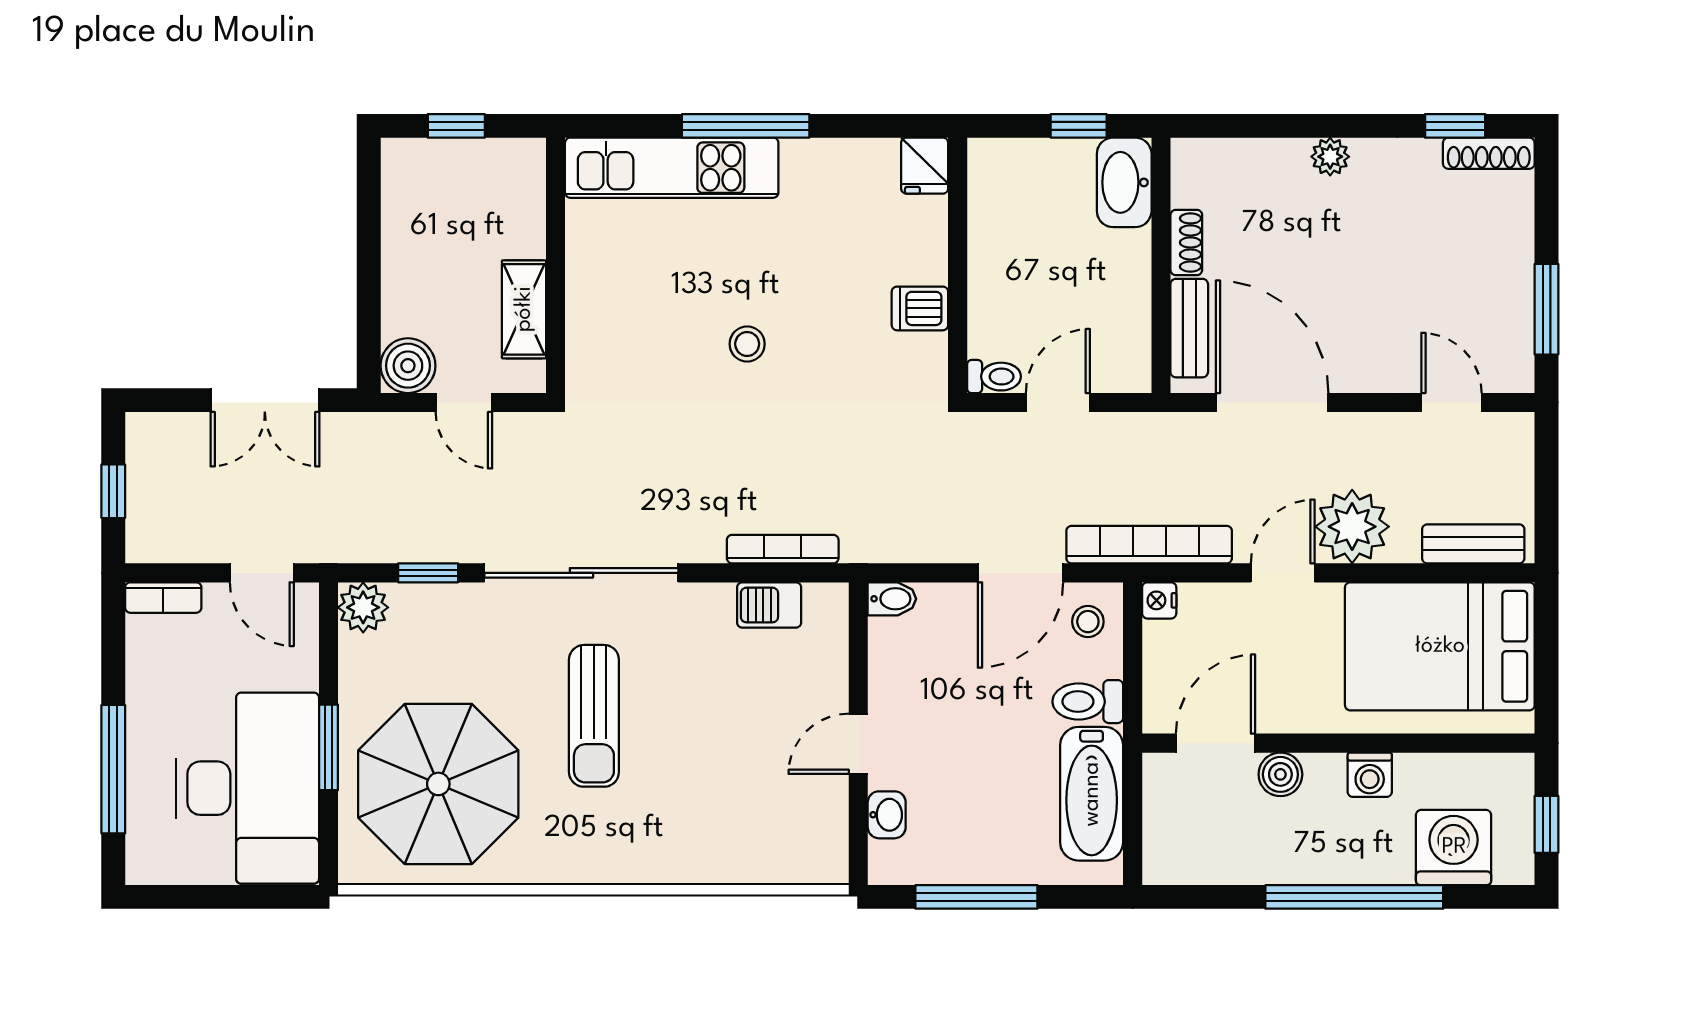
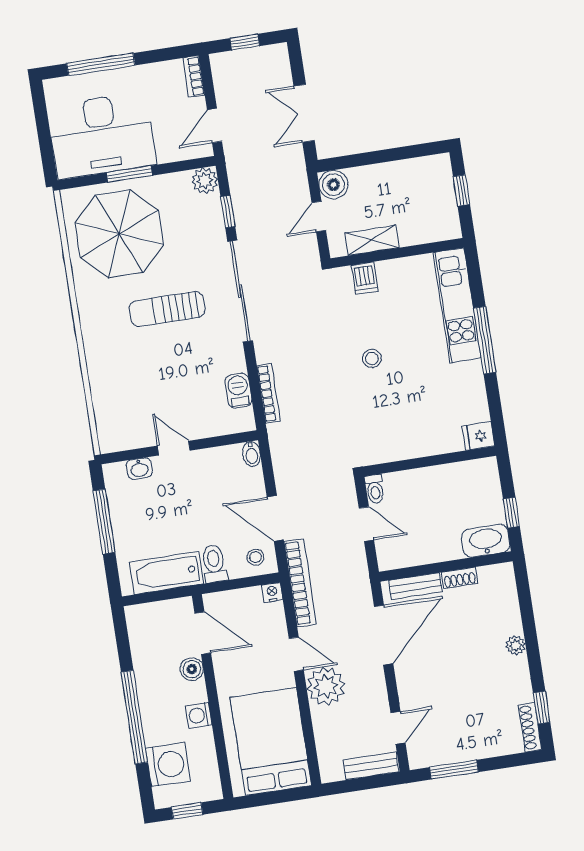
dishwasher: (920, 308) -> (365, 278), moved, turned 180
bench: (1473, 544) -> (371, 766), moved, turned 90

